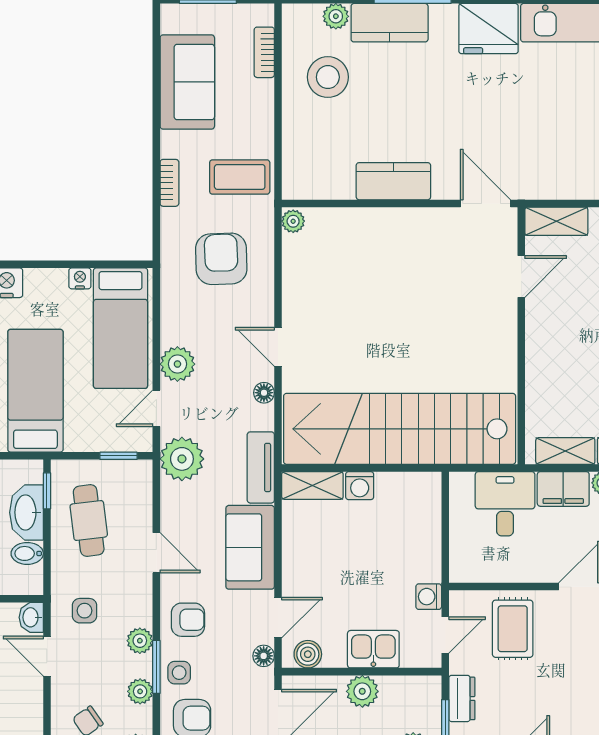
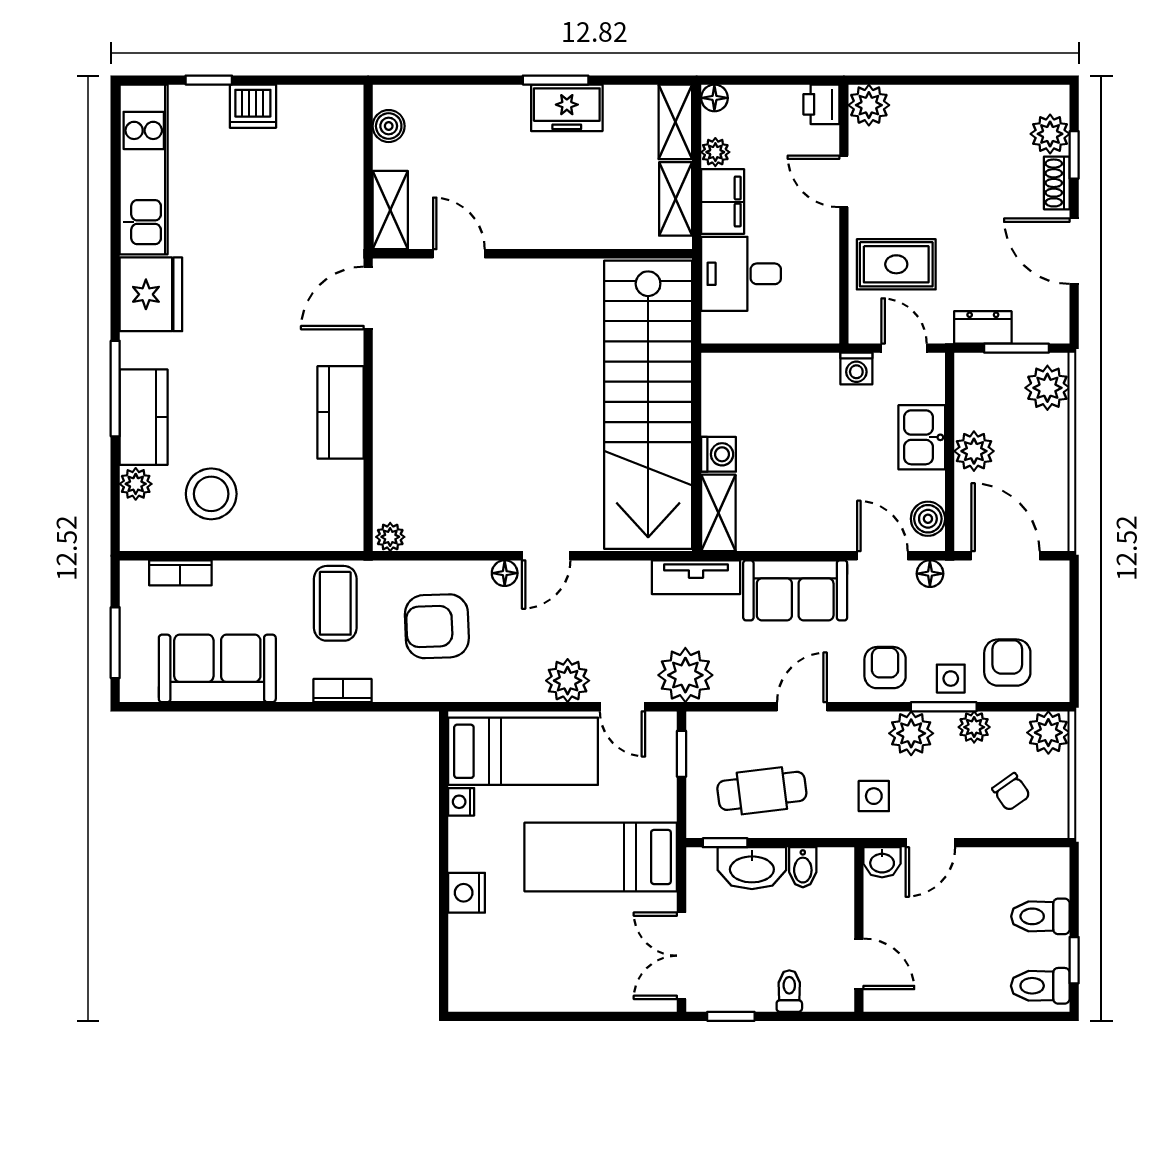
floor lamp: (264, 393) -> (505, 573), moved
plant: (140, 641) -> (911, 733), width x1.38, depth x1.38

